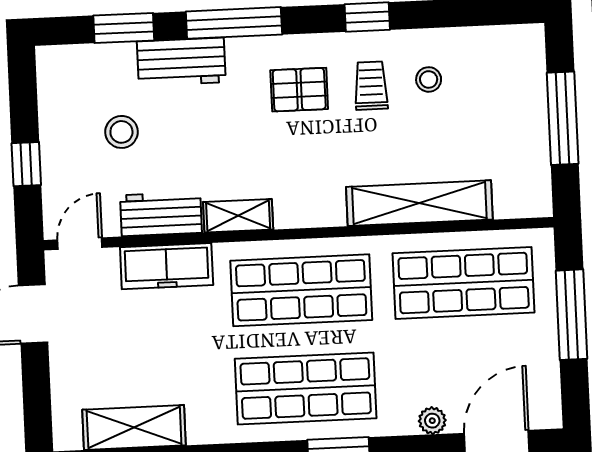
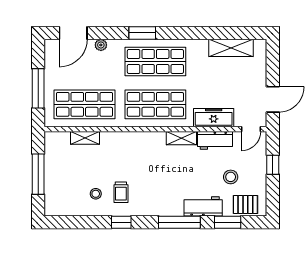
pallet: (299, 90) -> (245, 204), moved
shelving: (419, 203) -> (85, 138), width x0.45, depth x0.75

